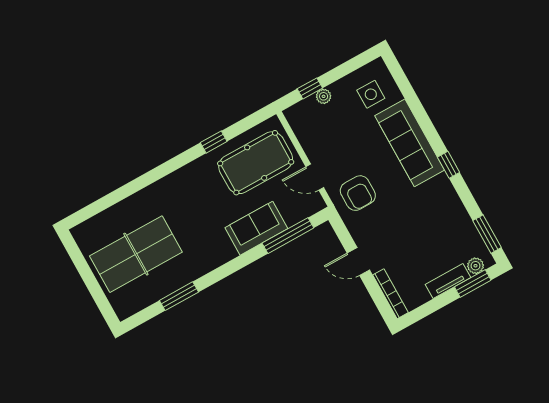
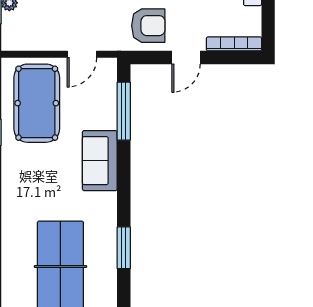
armchair: (358, 193) -> (148, 26), moved
sofa: (256, 228) -> (100, 161), moved

